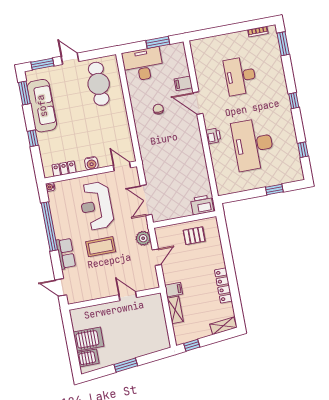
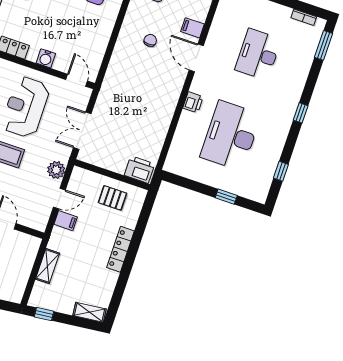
locker: (223, 286) -> (120, 249), moved
filing cabinet: (174, 290) -> (66, 221), moved

